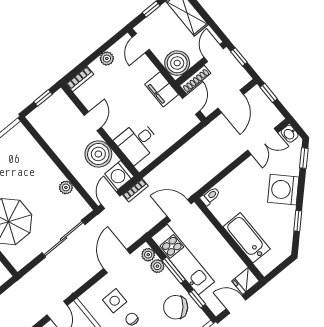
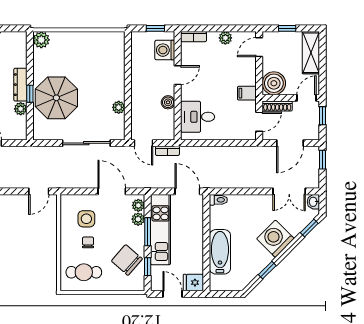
filing cabinet: (162, 89) -> (247, 93), width x0.50
boiler: (98, 154) -> (168, 102), width x0.54, depth x0.54
washing machine: (119, 175) -> (165, 50), moved
door: (110, 200) -> (144, 143), swing flipped
door: (117, 261) -> (112, 191), hinge flipped

